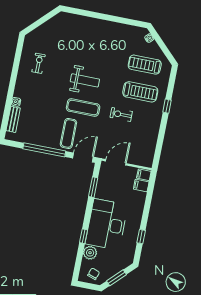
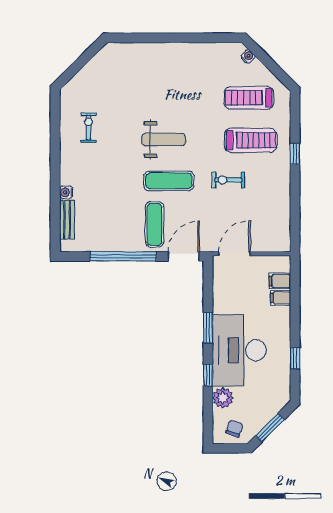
filing cabinet: (144, 175) -> (281, 298), moved
window: (93, 187) -> (208, 328), moved

